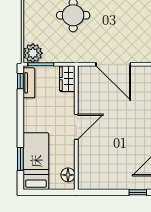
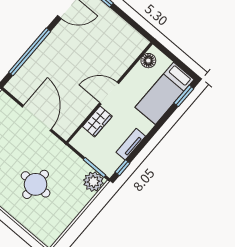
wardrobe: (67, 79) -> (97, 121), moved
tv unit: (29, 83) -> (131, 144), moved
window: (20, 159) -> (184, 96), moved

